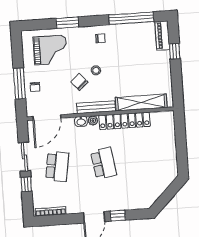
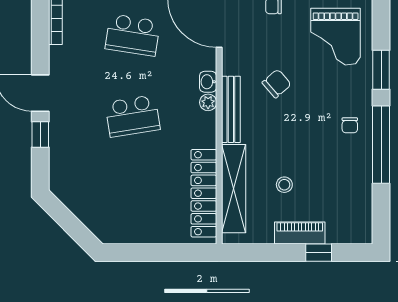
window: (131, 18) -> (381, 145), moved
piano: (162, 35) -> (300, 233), moved
stool: (96, 70) -> (284, 185), moved
locker: (125, 121) -> (204, 193), moved

